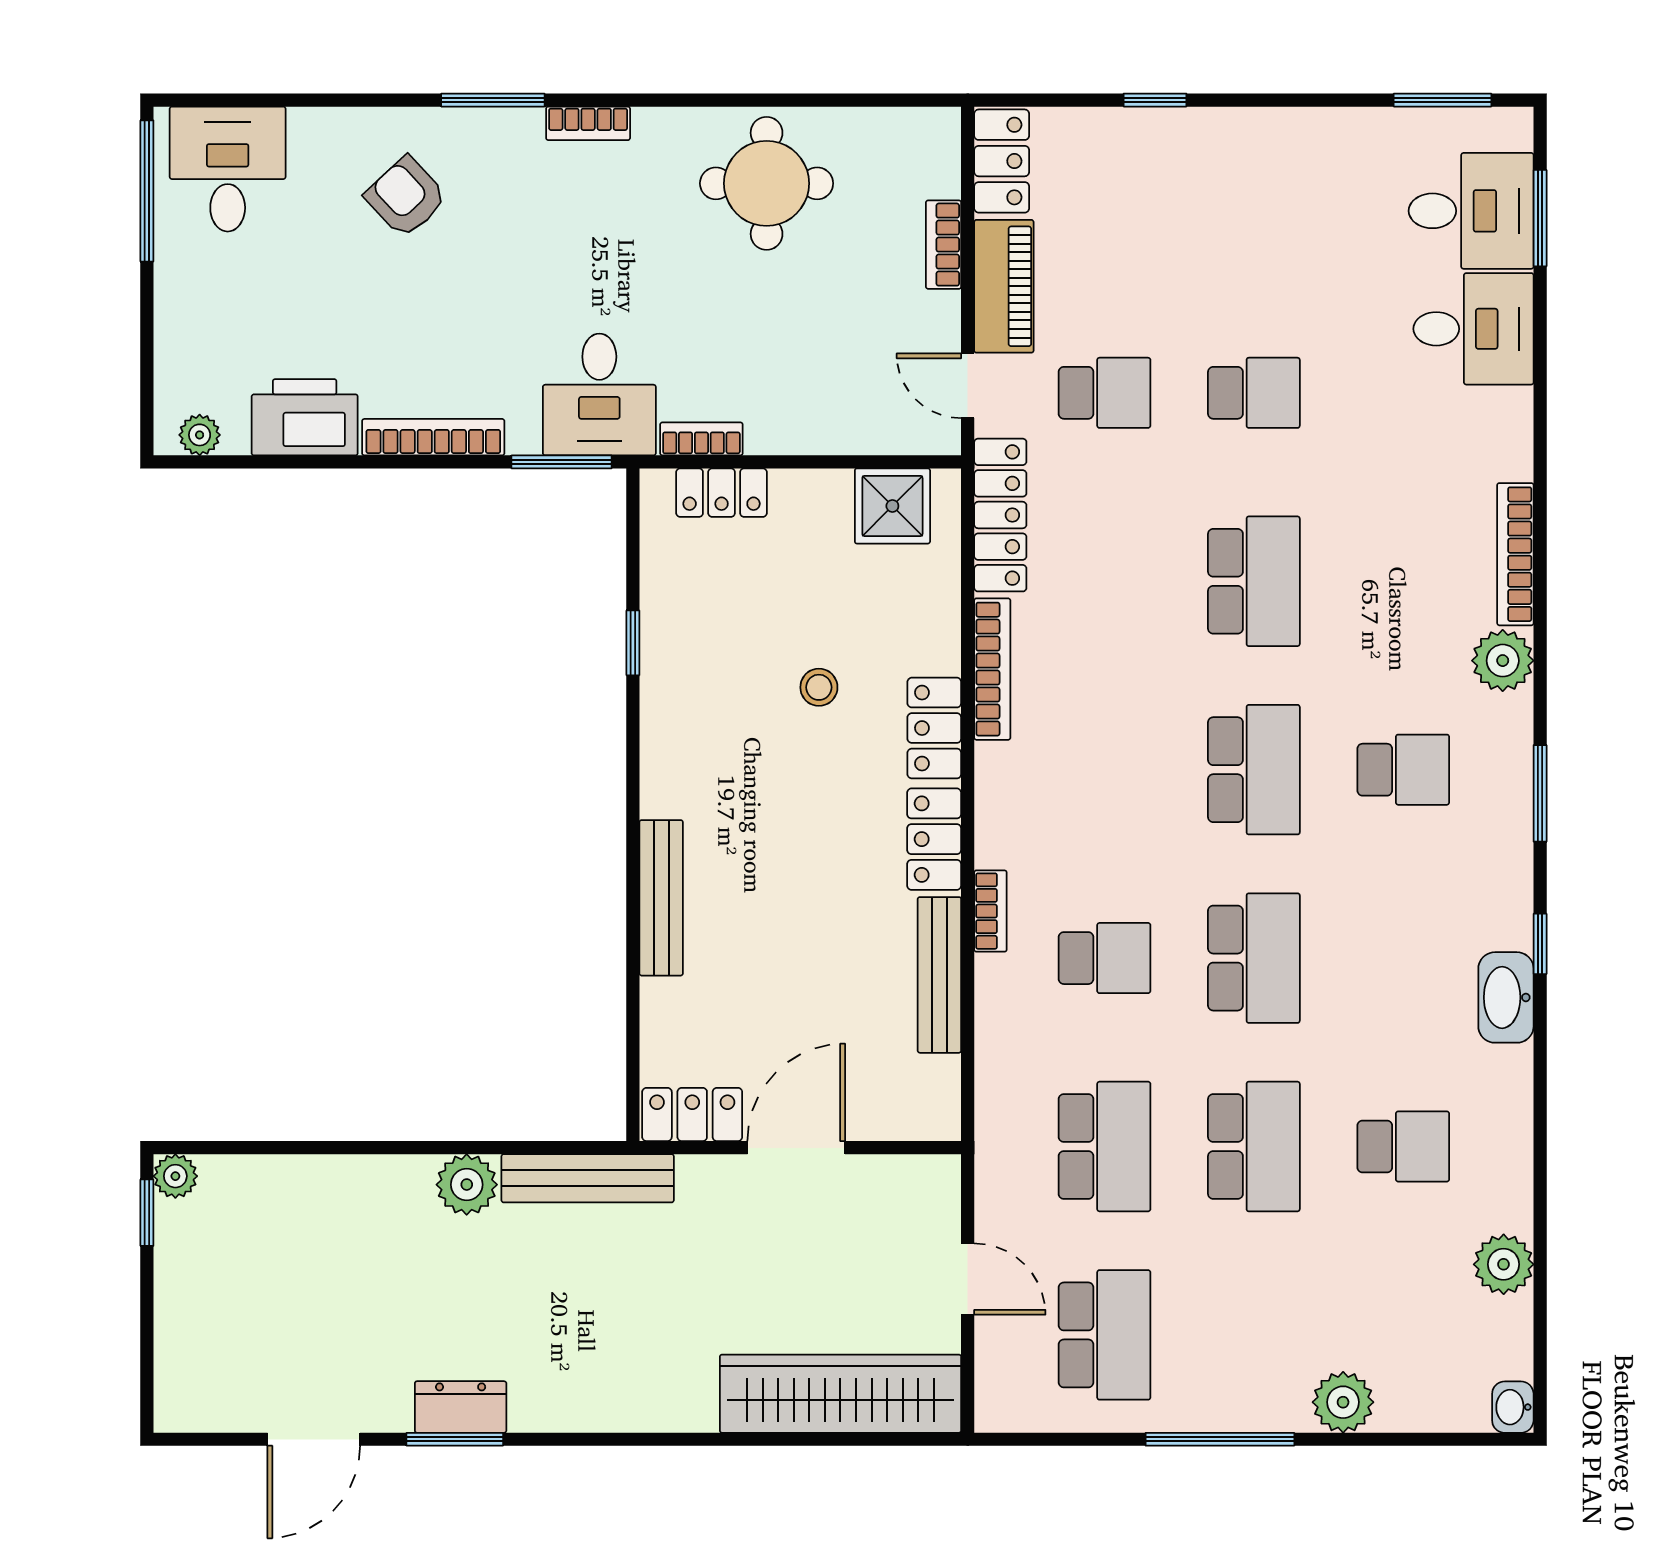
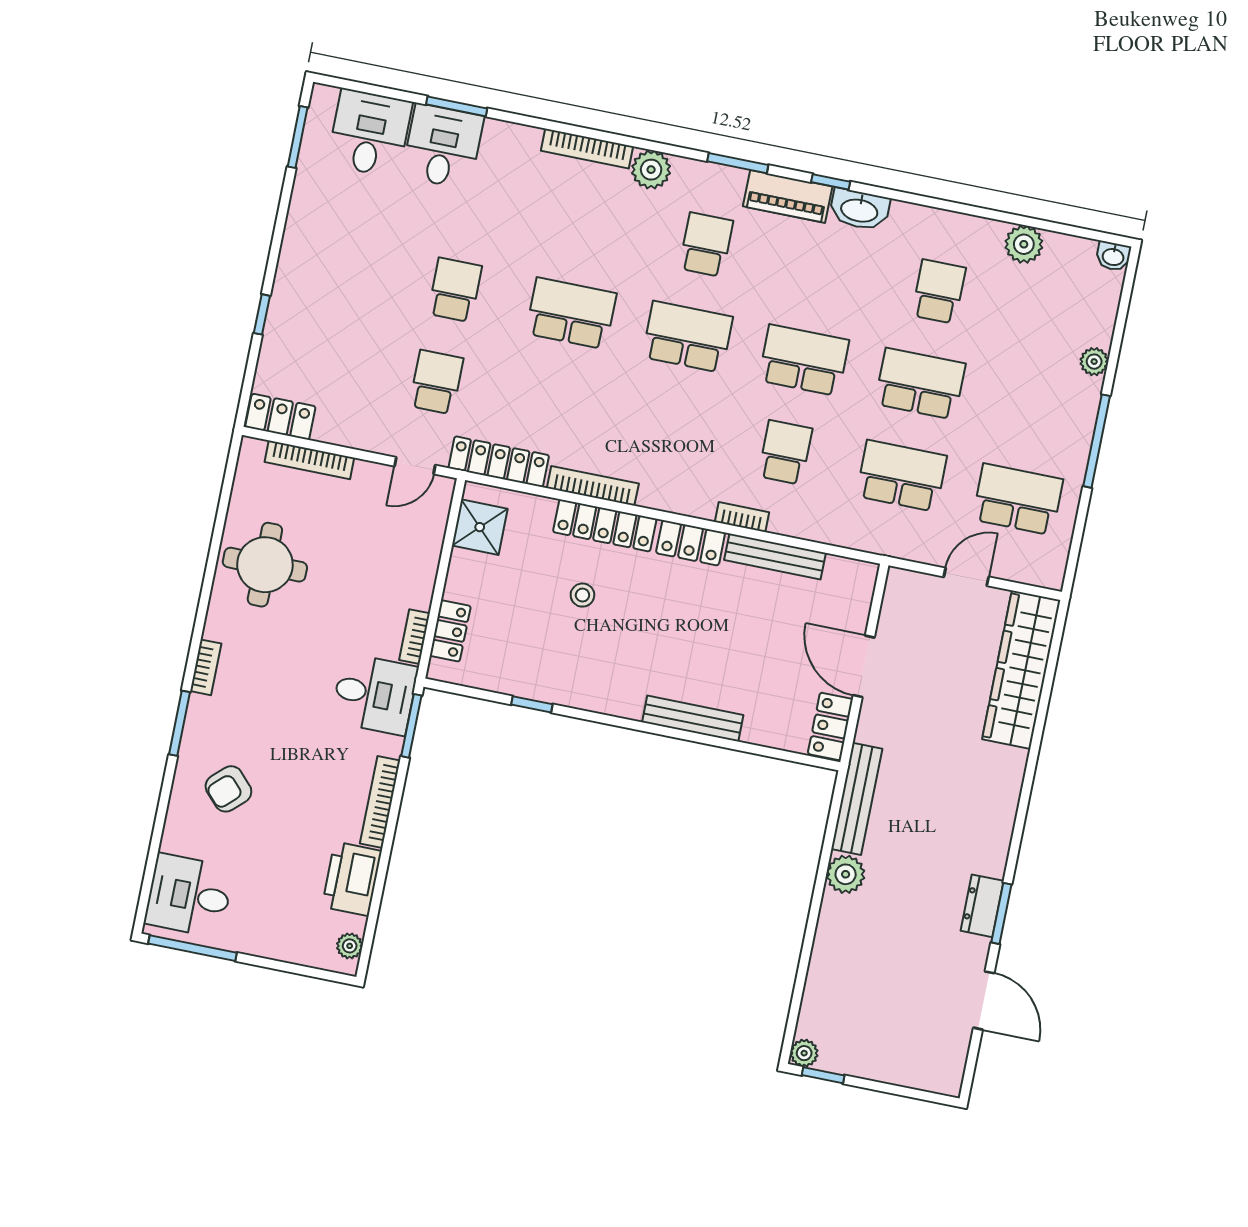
window: (1540, 218) -> (457, 106), moved
bookcase: (944, 245) -> (309, 460), width x1.56
piano: (1004, 286) -> (788, 196), moved, turned 180
locker: (934, 728) -> (605, 525), width x1.53
plant: (1343, 1402) -> (1094, 362), width x0.73, depth x0.73

